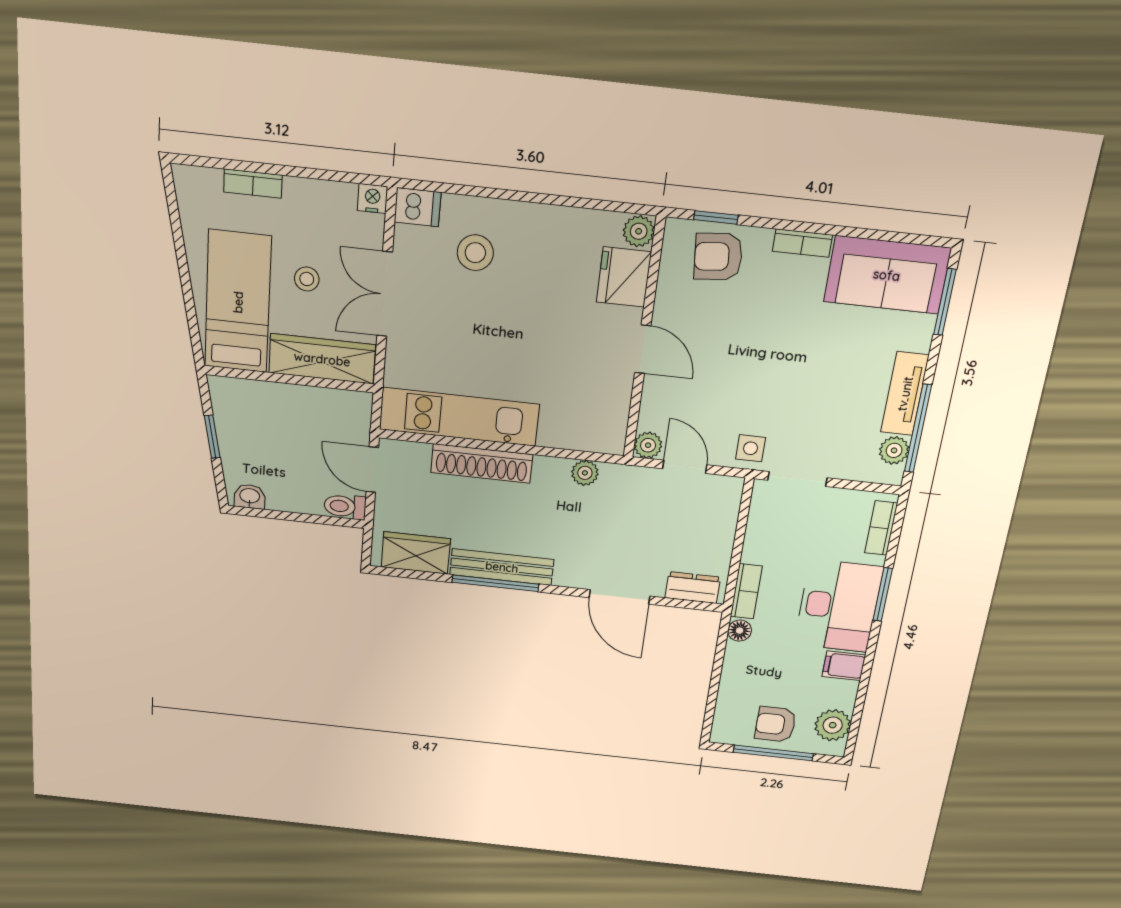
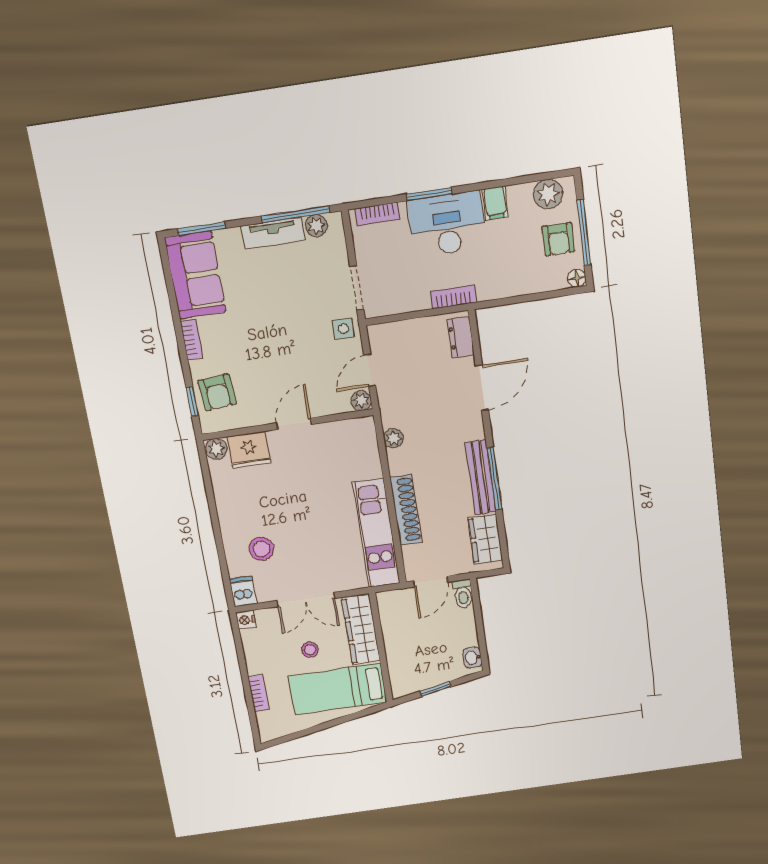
floor lamp: (740, 631) -> (577, 278), moved

